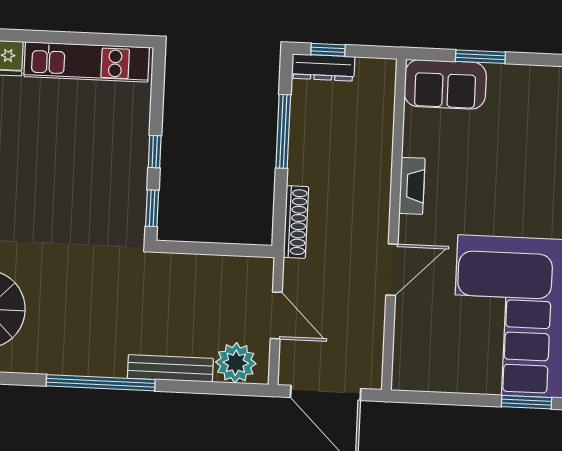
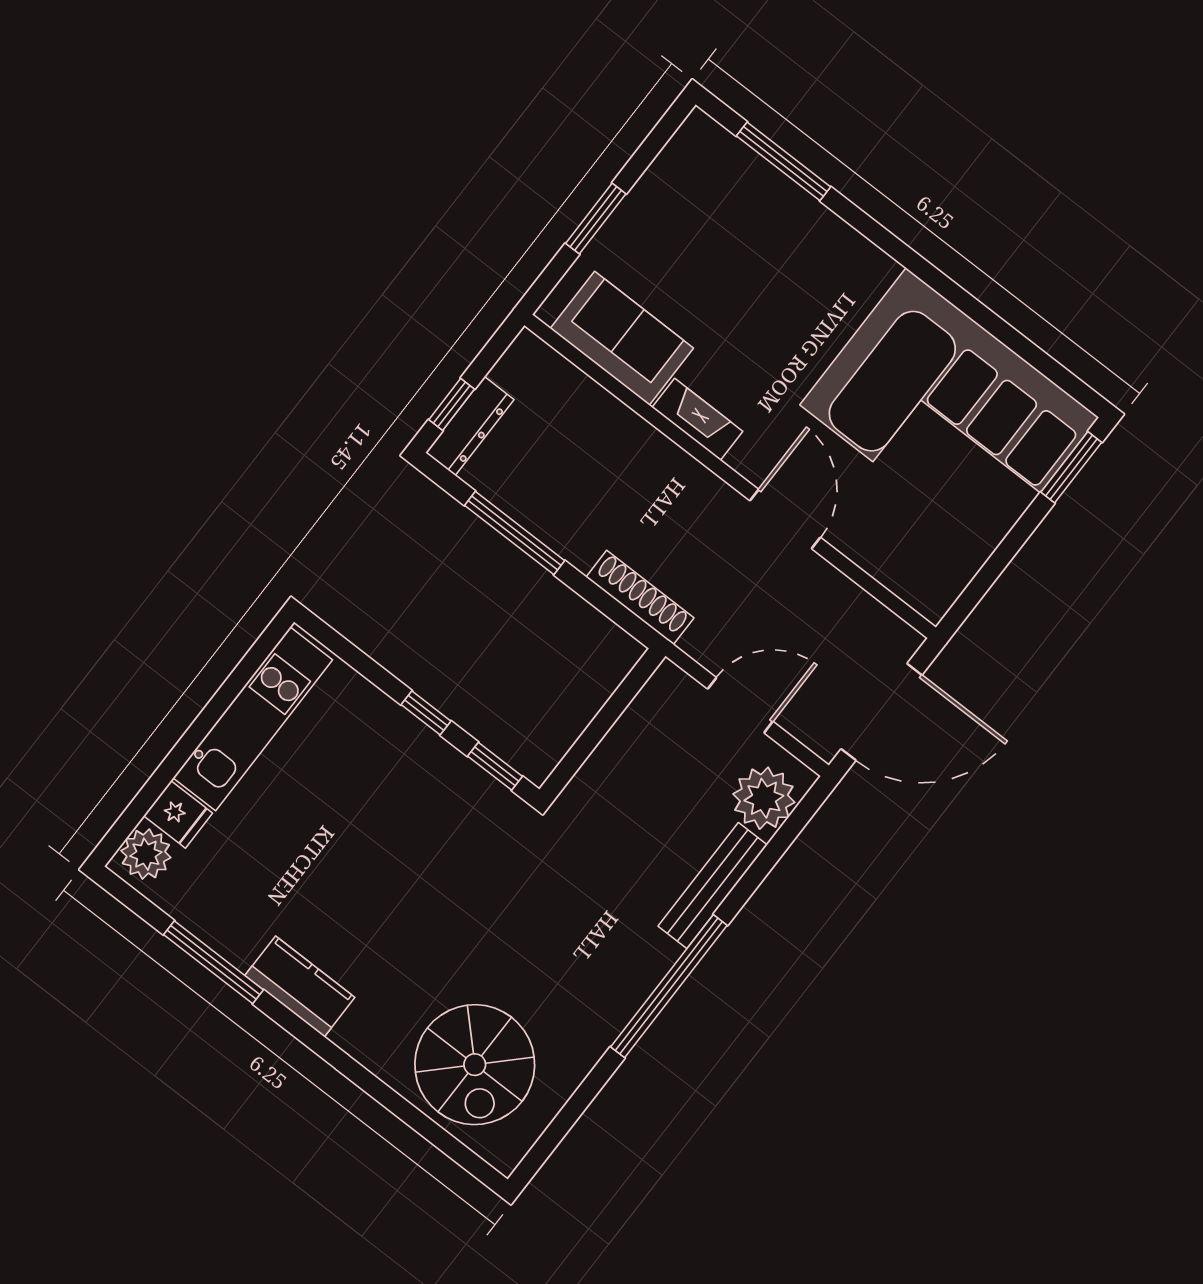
sofa: (445, 84) -> (622, 338), moved, turned -90

